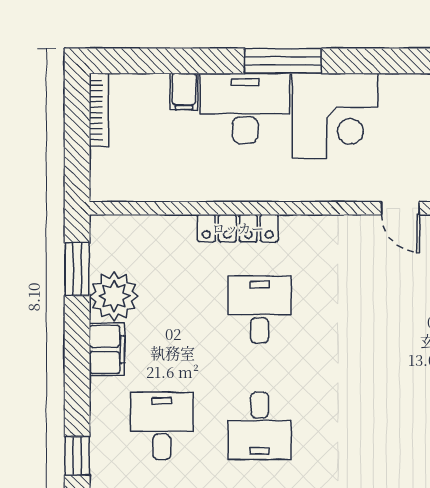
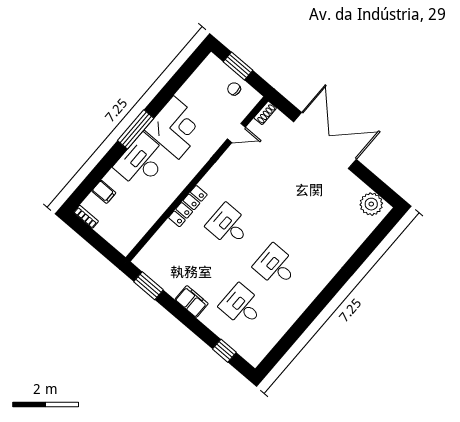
filing cabinet: (184, 92) -> (104, 192), moved
bookcase: (99, 110) -> (86, 217), width x0.64
plant: (114, 296) -> (172, 280), removed
desk: (260, 426) -> (276, 266), turned 180

